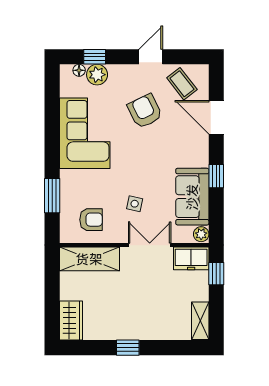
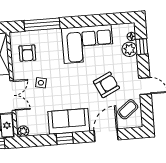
window: (52, 196) -> (42, 24), width x1.44
sofa: (192, 197) -> (69, 121), moved

